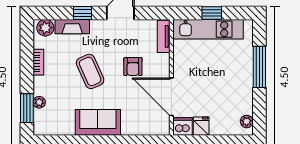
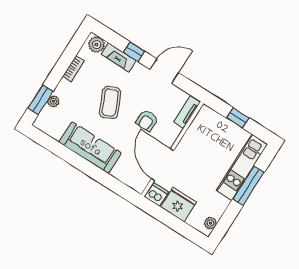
kitchen unit: (208, 29) -> (242, 167), moved, turned 90
sofa: (98, 122) -> (90, 148), width x1.36
fridge: (201, 126) -> (179, 205), width x1.88, depth x1.34

